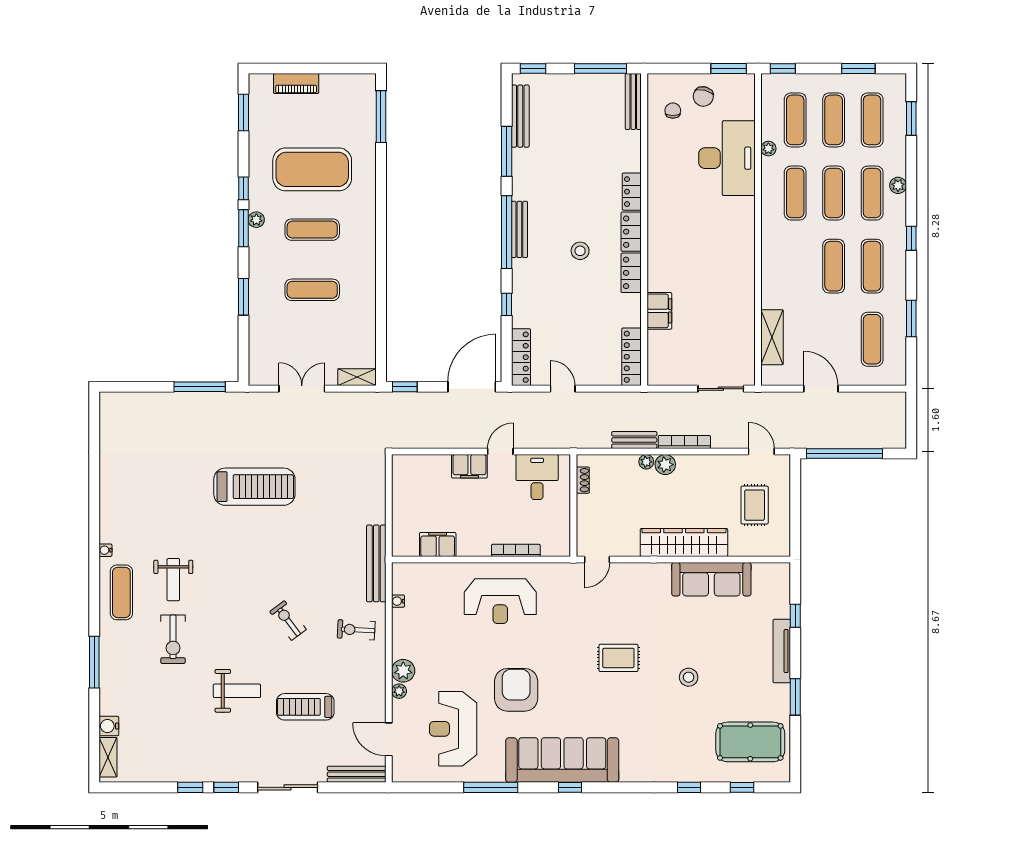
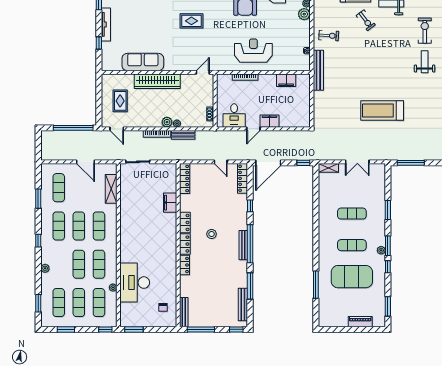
chair: (703, 97) -> (147, 315), removed
window: (381, 117) -> (316, 285), moved
exercise mat: (872, 193) -> (99, 226), moved
exercise bike: (288, 621) -> (366, 20), moved
stool: (689, 677) -> (155, 11), removed

